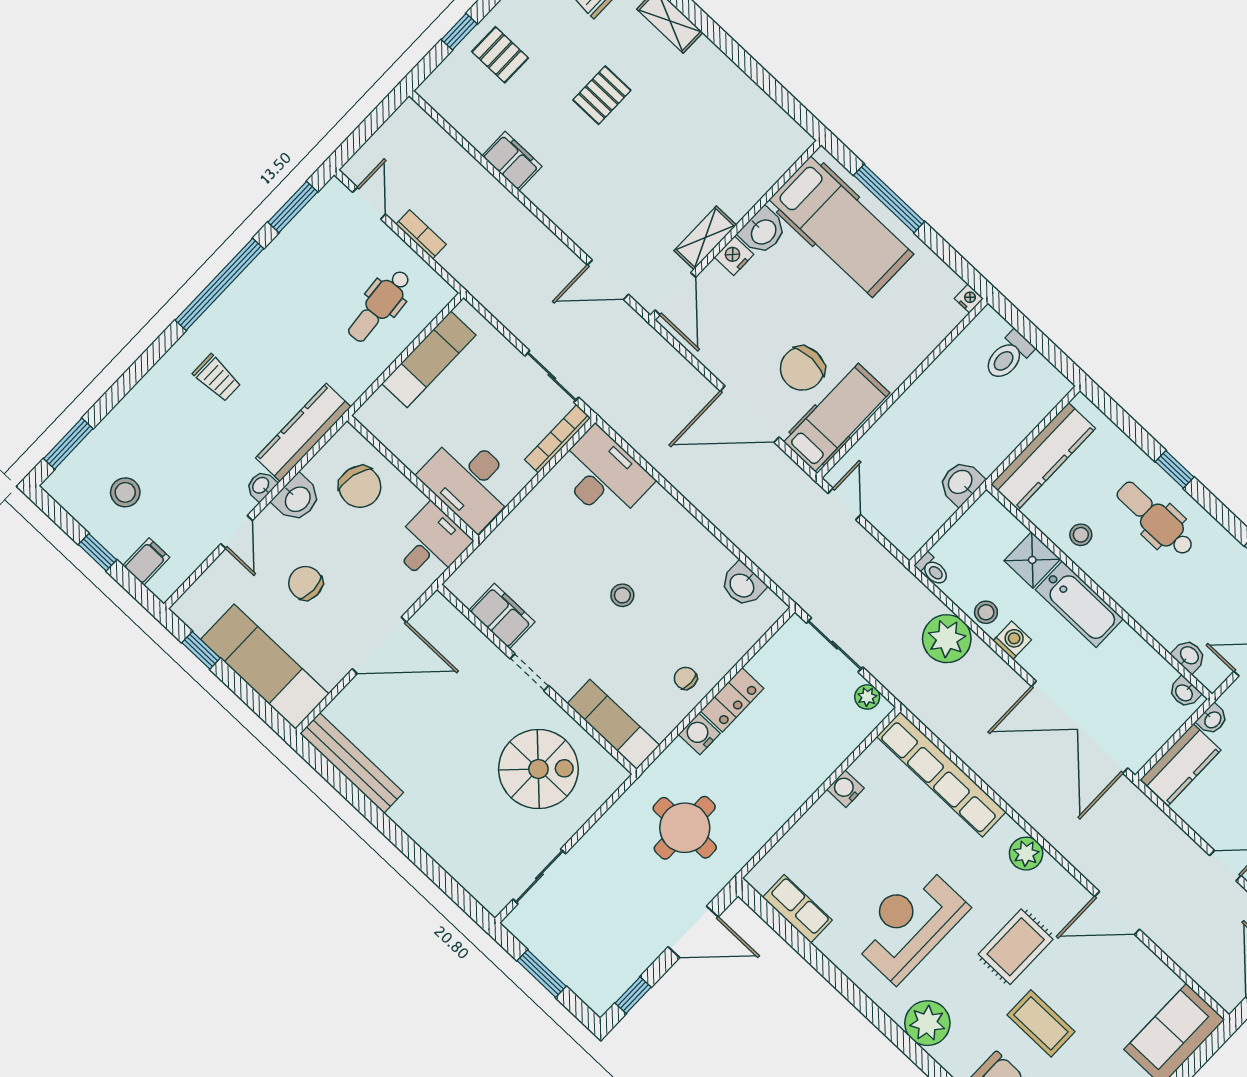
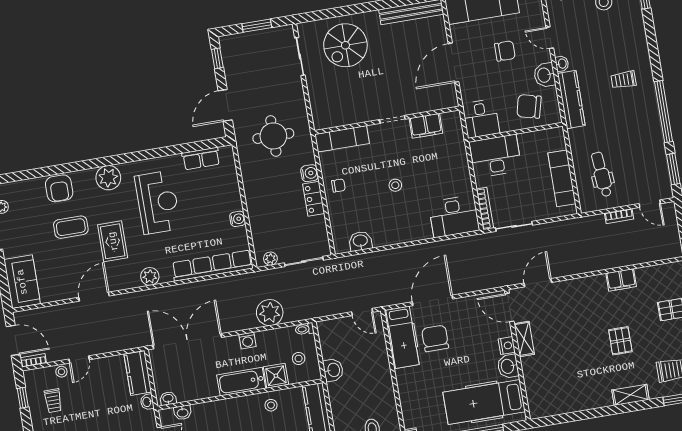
stool: (986, 612) -> (299, 358), moved
spiral stairs: (538, 769) -> (345, 45), moved

